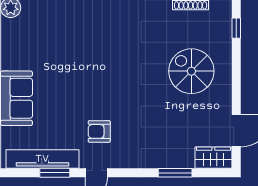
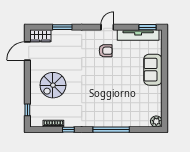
spiral stairs: (191, 71) -> (53, 85), turned 90
window: (55, 173) -> (148, 27), moved

